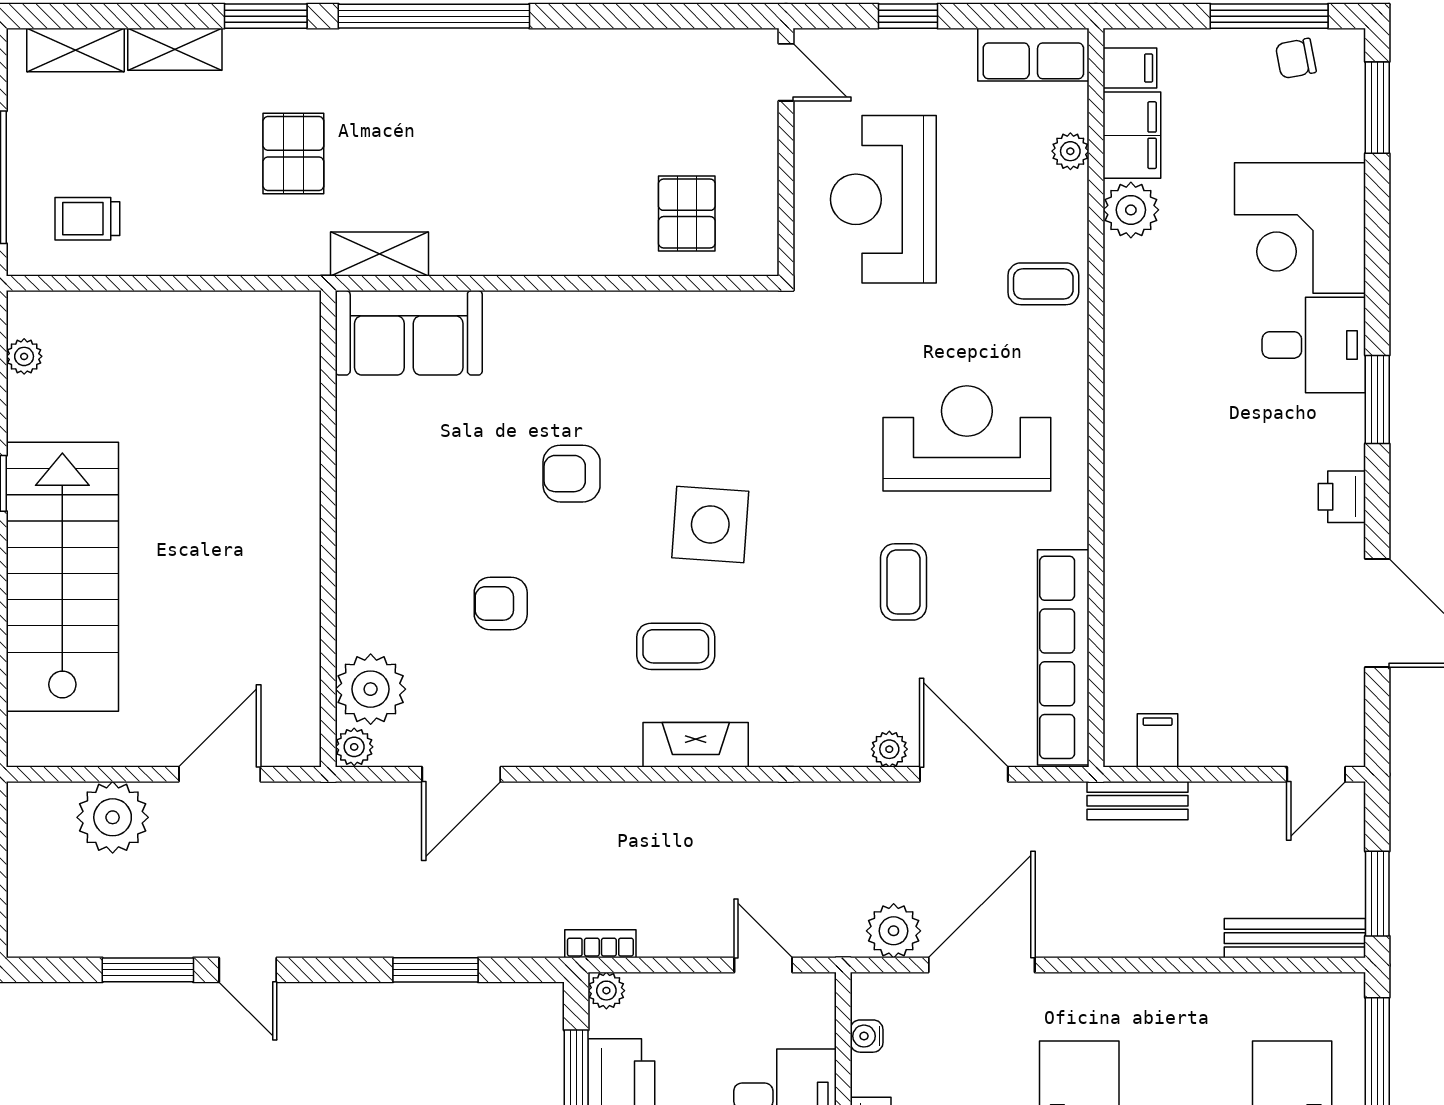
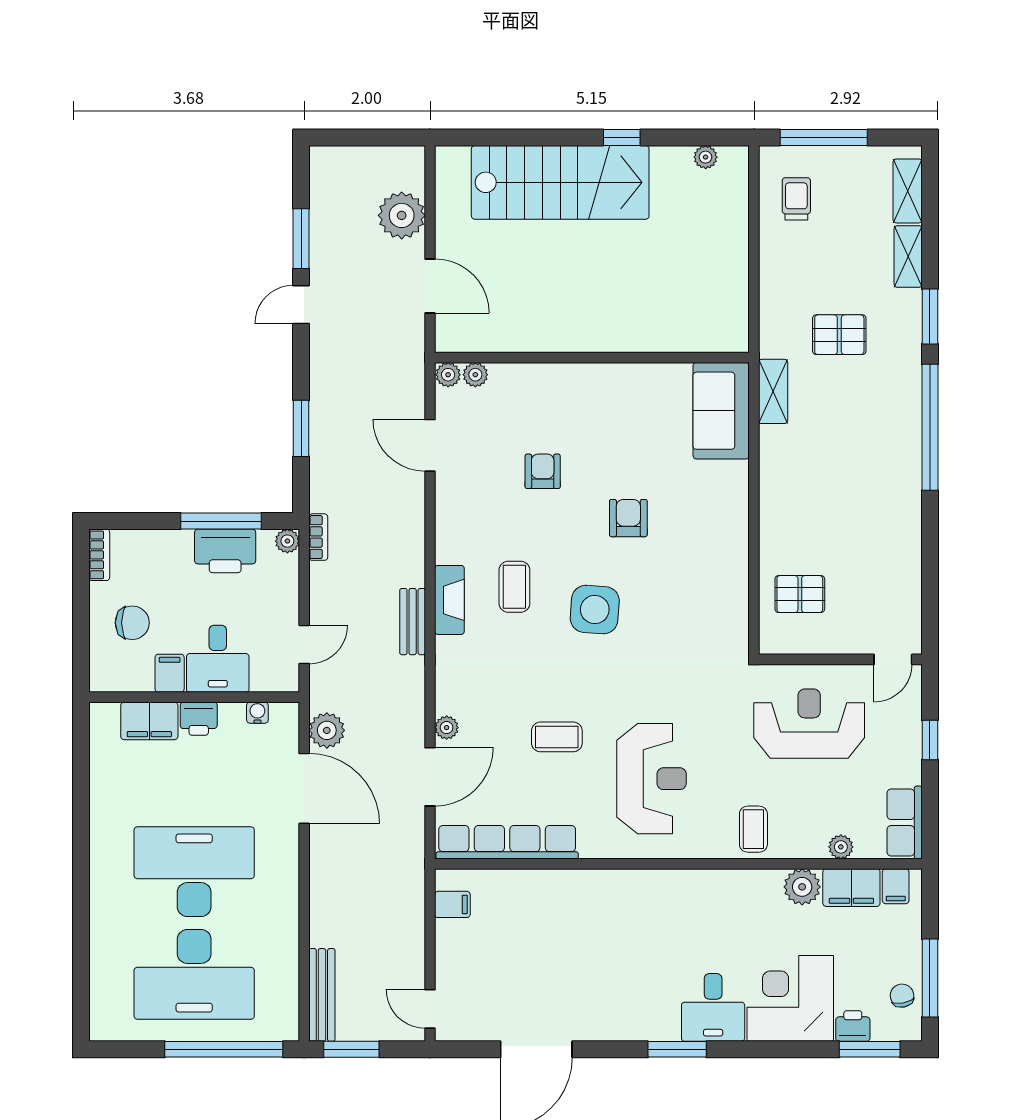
printer: (1342, 497) -> (853, 1026), moved
plant: (371, 689) -> (475, 375), width x0.53, depth x0.53
bench: (1137, 801) -> (413, 622), moved

